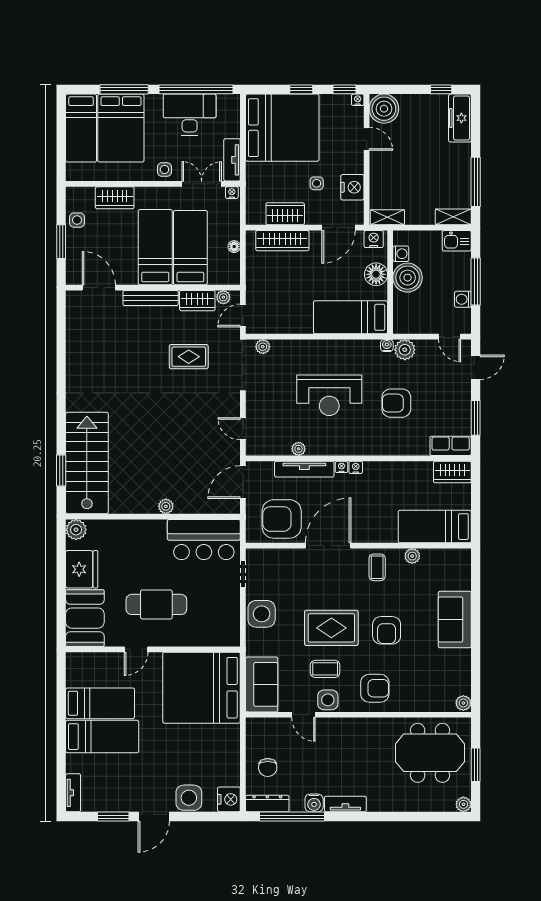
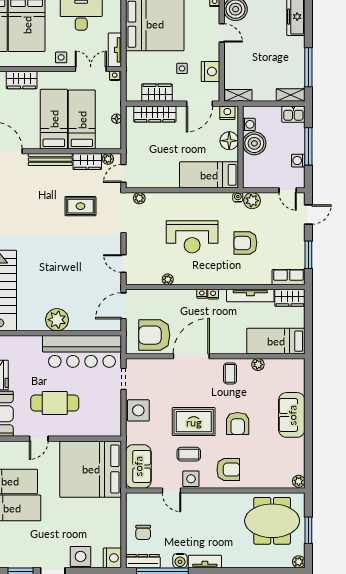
tv unit: (304, 469) -> (250, 296), moved
plant: (166, 506) -> (57, 320), width x1.87, depth x1.87
bar counter: (204, 540) -> (82, 351), width x1.36

